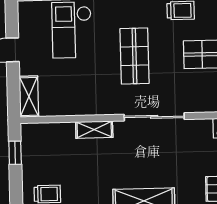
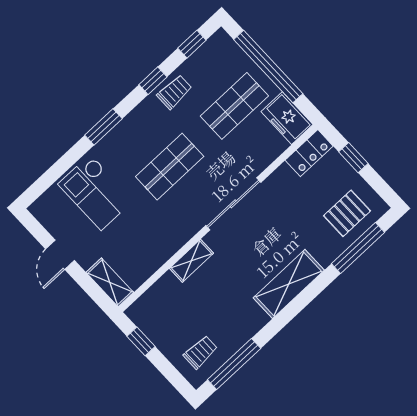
shop shelf: (134, 56) -> (170, 167), turned 90

